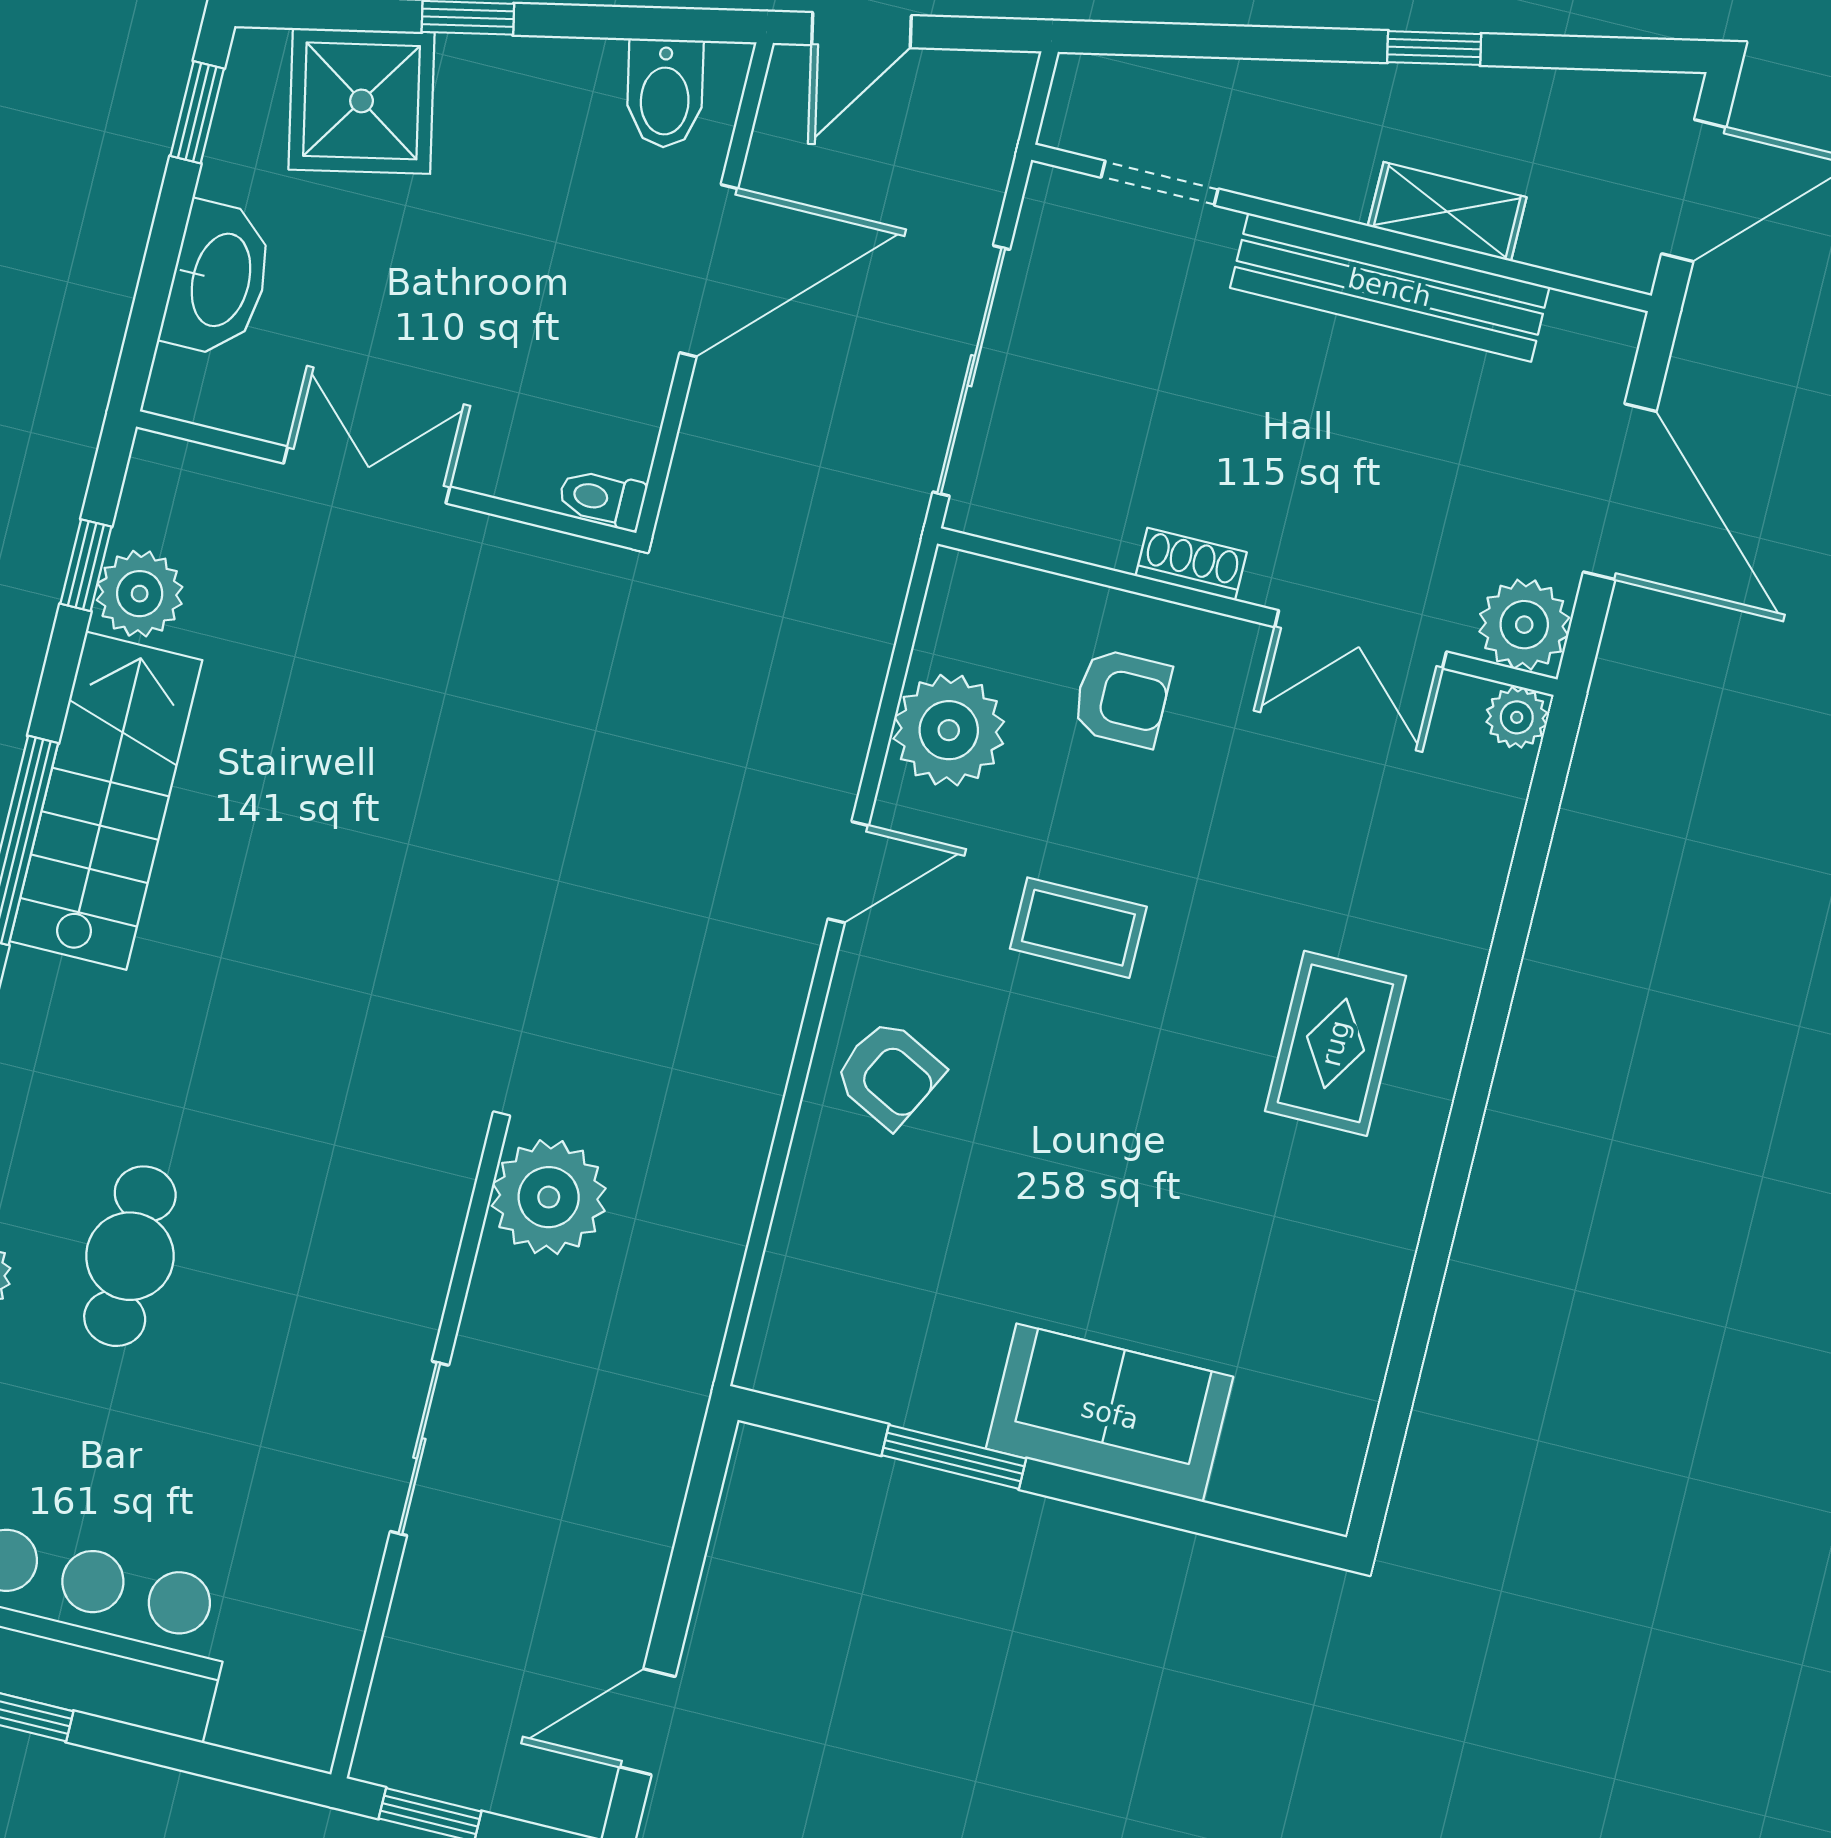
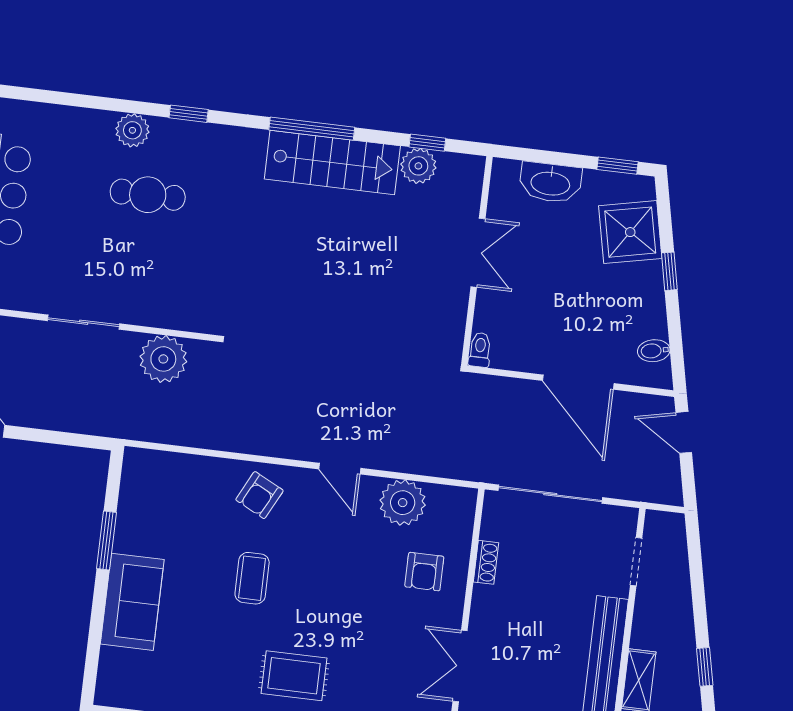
bidet: (665, 93) -> (654, 351), width x0.72, depth x0.74
shoe rack: (1191, 564) -> (486, 562), moved
coffee table: (1078, 928) -> (252, 578), moved
plant: (549, 1197) -> (163, 359), moved

